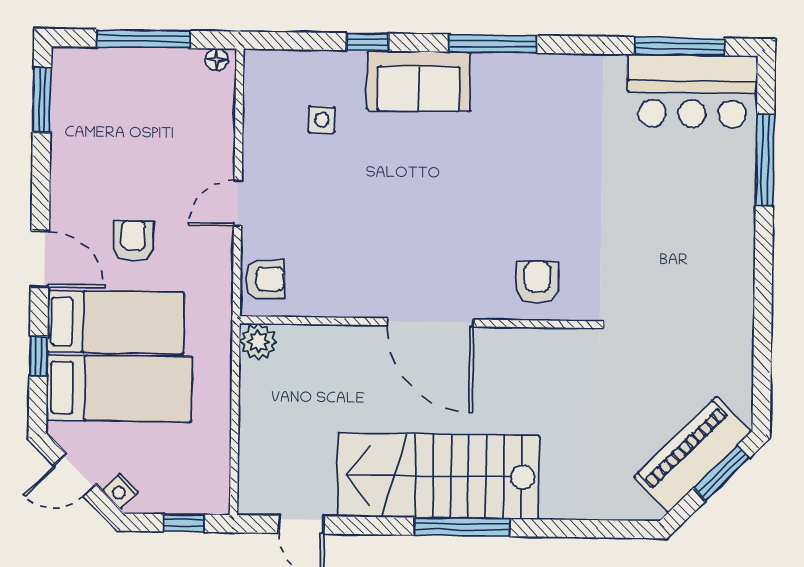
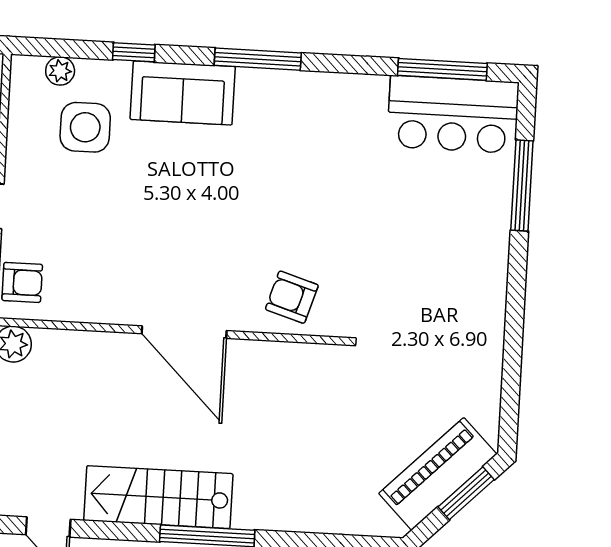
plant: (294, 64) -> (60, 71), added
side table: (322, 120) -> (85, 127), width x1.87, depth x1.87
armchair: (537, 282) -> (292, 297), turned -73
stairs: (438, 476) -> (158, 497), width x0.73, depth x0.66

